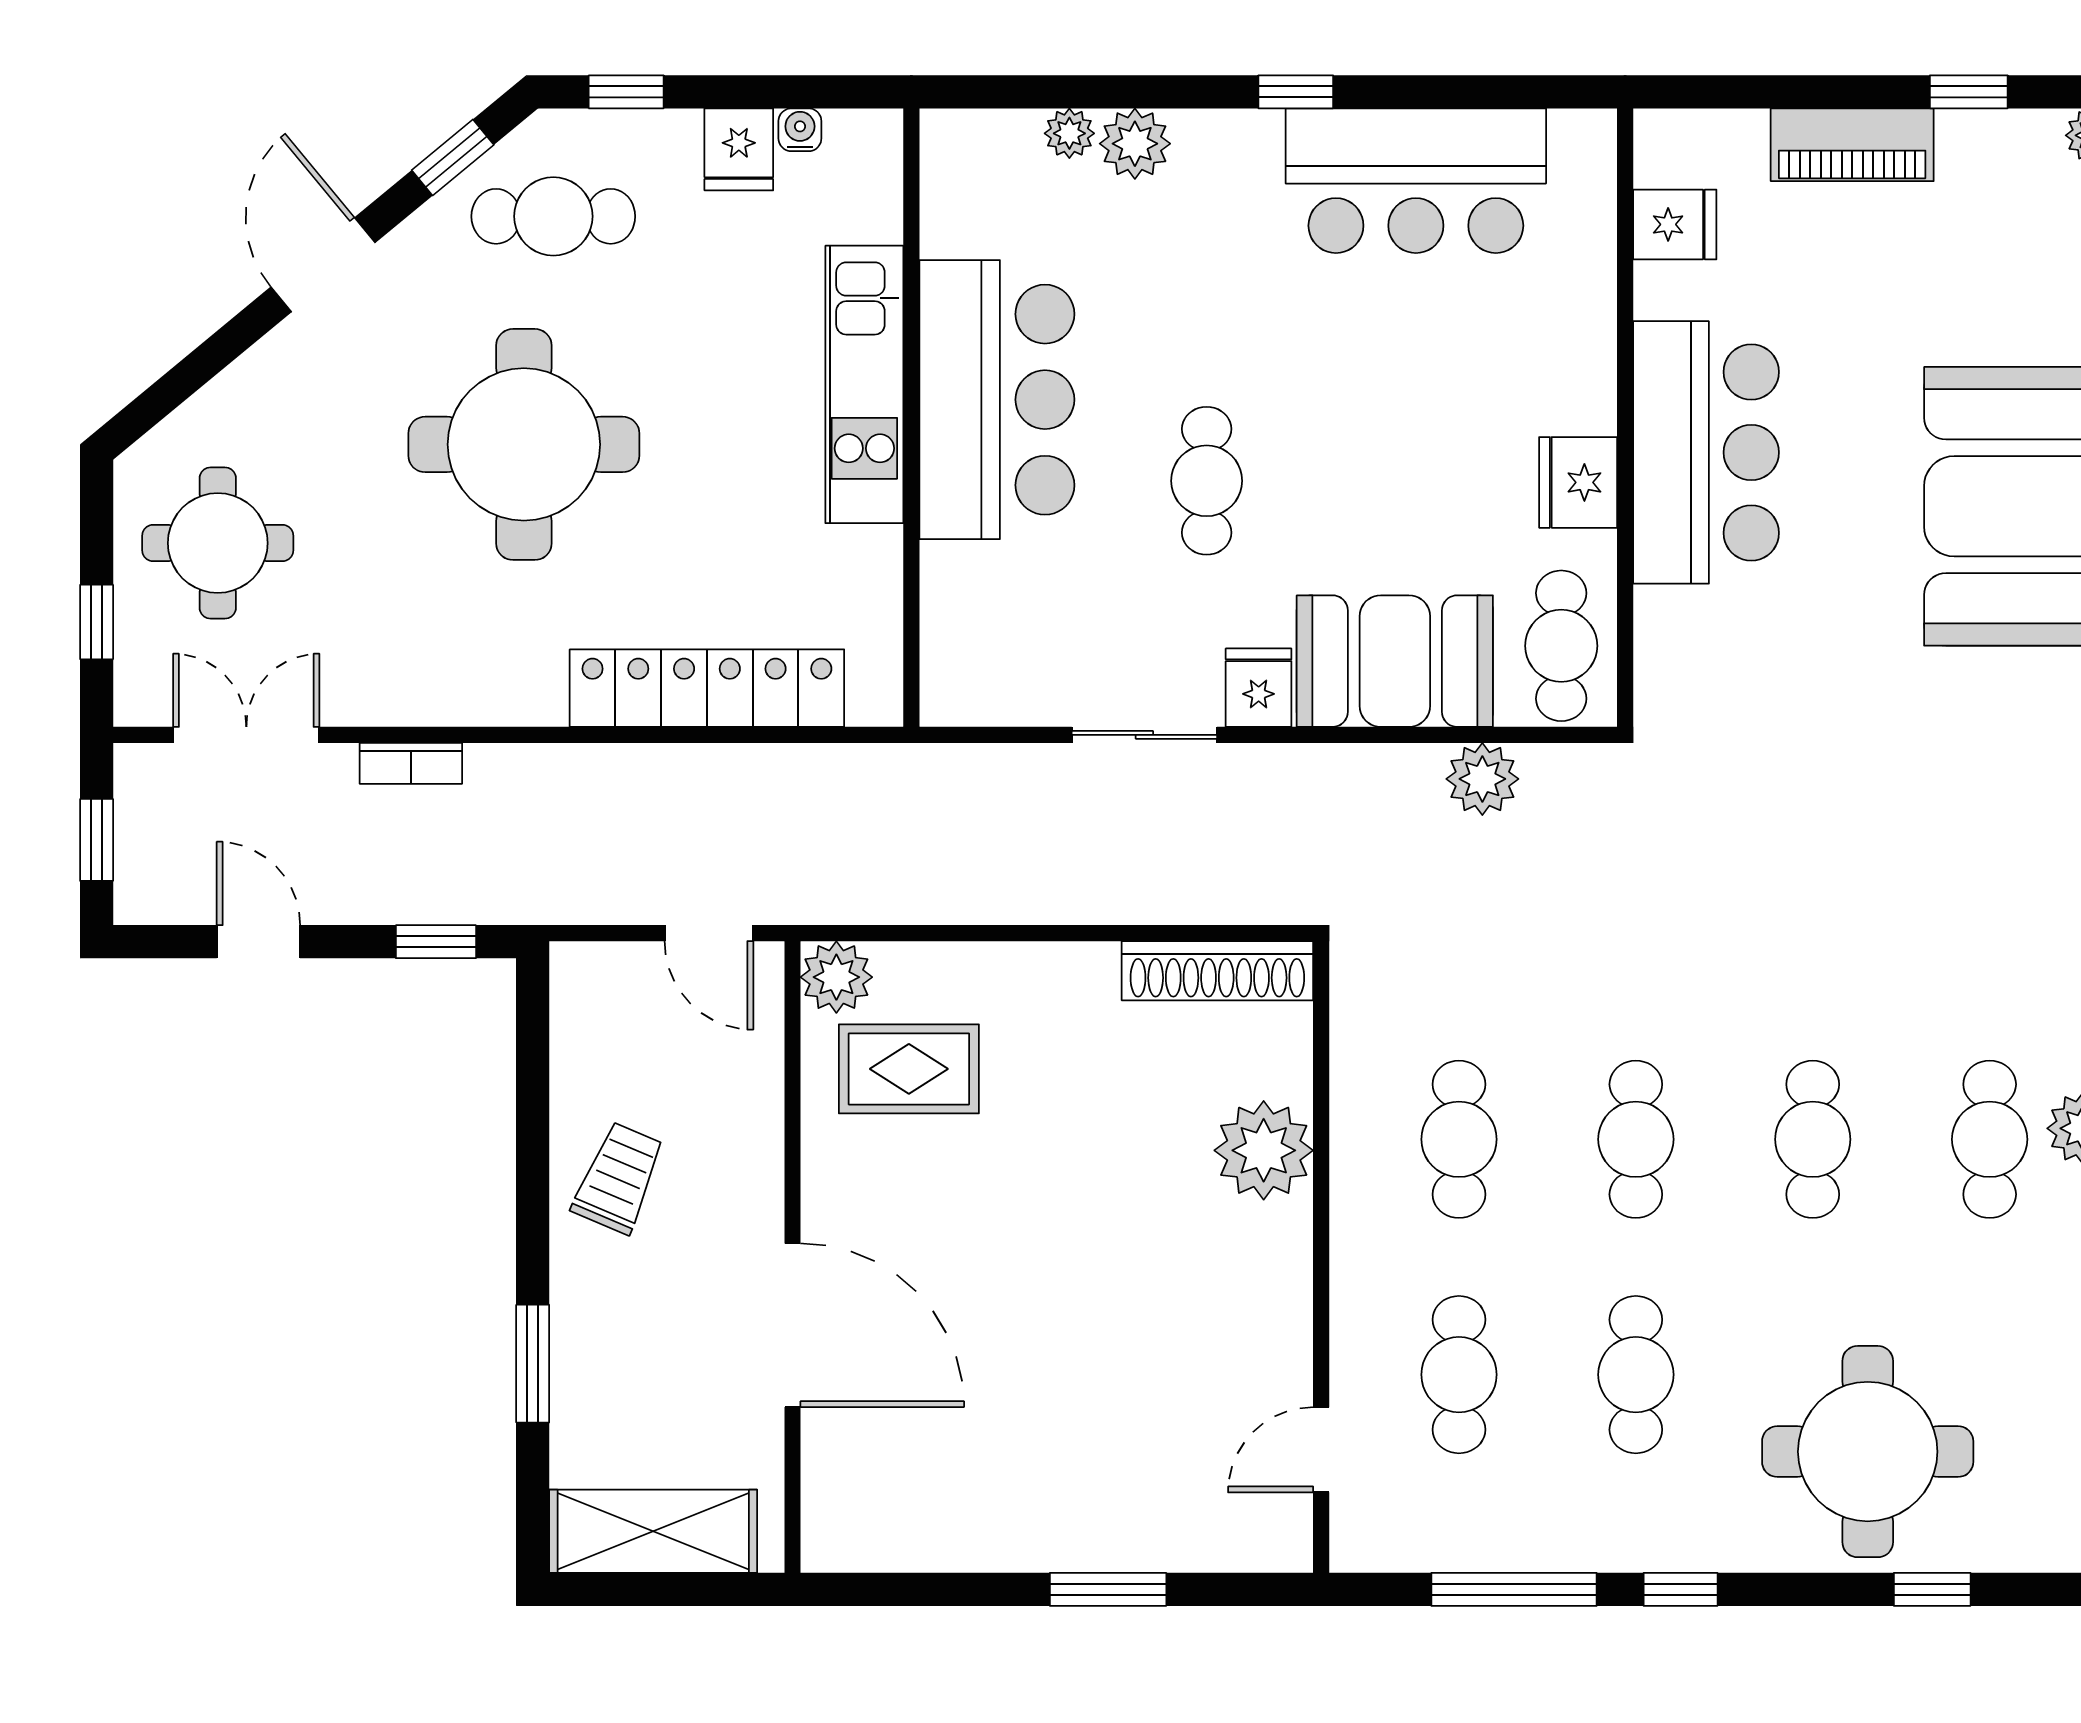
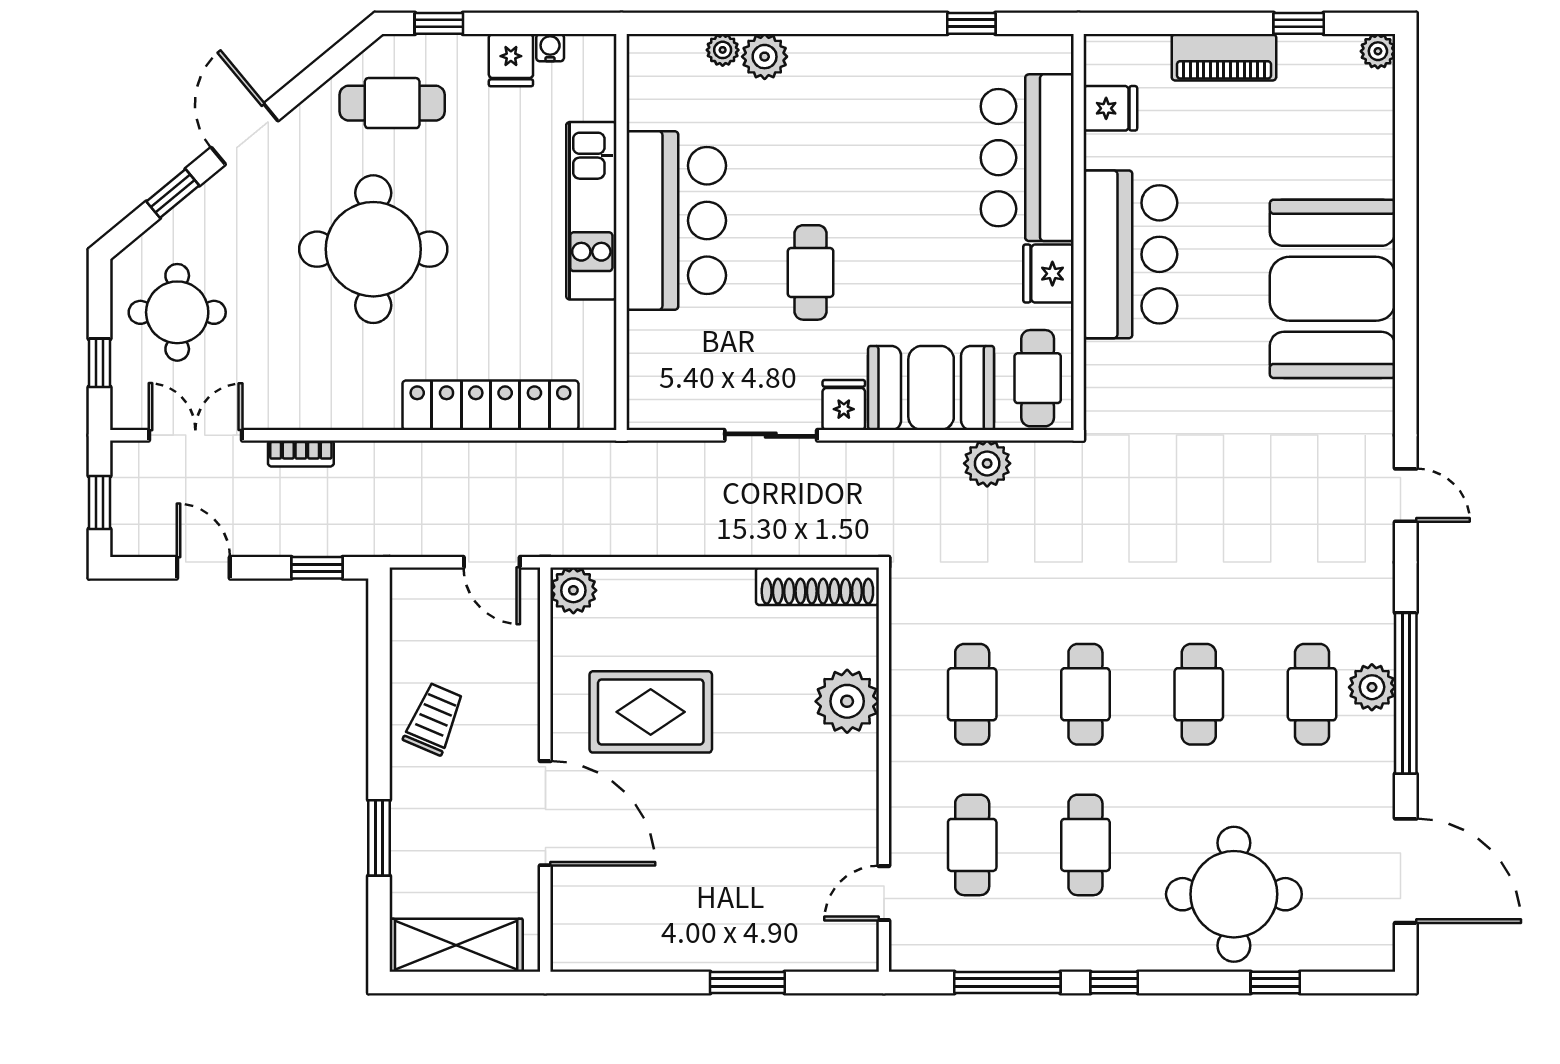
window: (1296, 92) -> (971, 23), moved
window: (453, 157) -> (173, 194), moved
bar counter: (1416, 181) -> (1027, 158), moved, turned 90
rug: (909, 1069) -> (651, 712), moved, width x1.36, depth x1.43

